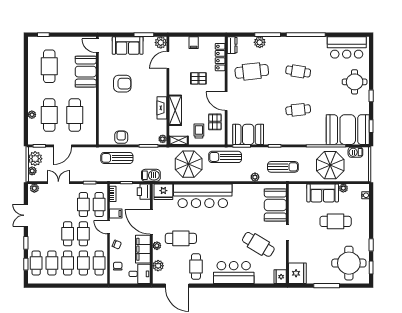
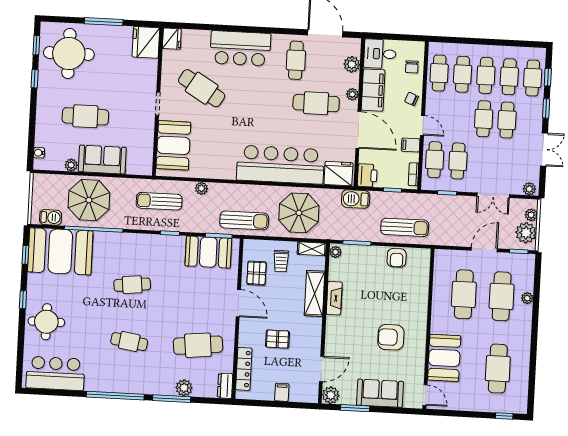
cafe table: (83, 234) -> (507, 120), moved

